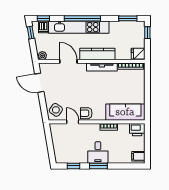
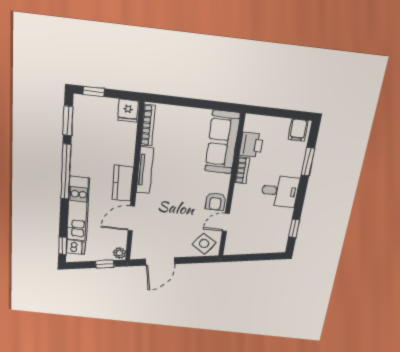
window: (82, 18) -> (66, 172), moved
kitchen unit: (79, 27) -> (78, 209), width x0.73
window: (31, 33) -> (105, 264), moved
kitchen counter: (97, 54) -> (123, 183), width x0.67
printer: (137, 130) -> (251, 145), moved
window: (98, 166) -> (308, 162), moved

